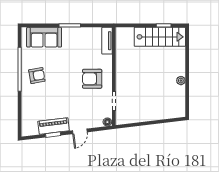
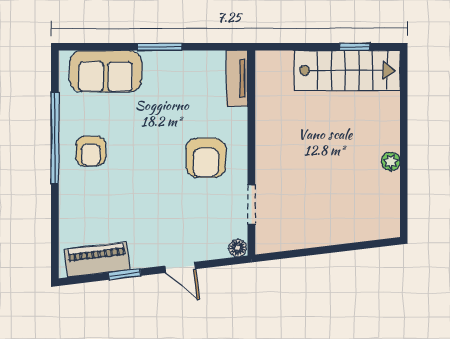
armchair: (37, 76) -> (91, 151), turned 100
armchair: (92, 79) -> (206, 158), turned -90
piano: (54, 126) -> (97, 260), moved
door: (80, 131) -> (180, 267), hinge flipped

